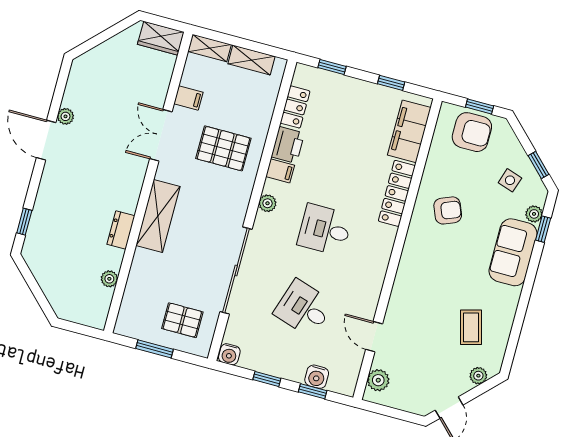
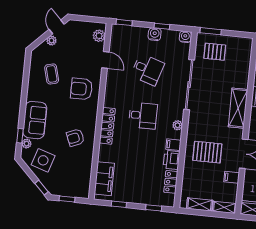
armchair: (472, 132) -> (81, 89), moved
window: (538, 165) -> (42, 188), moved
side table: (510, 180) -> (43, 160), width x1.87, depth x1.87
locker: (397, 193) -> (107, 126), moved
window: (154, 349) -> (211, 31), moved
plant: (478, 376) -> (52, 41), moved
water cooler: (317, 377) -> (155, 34), moved
window: (313, 391) -> (124, 22), moved

